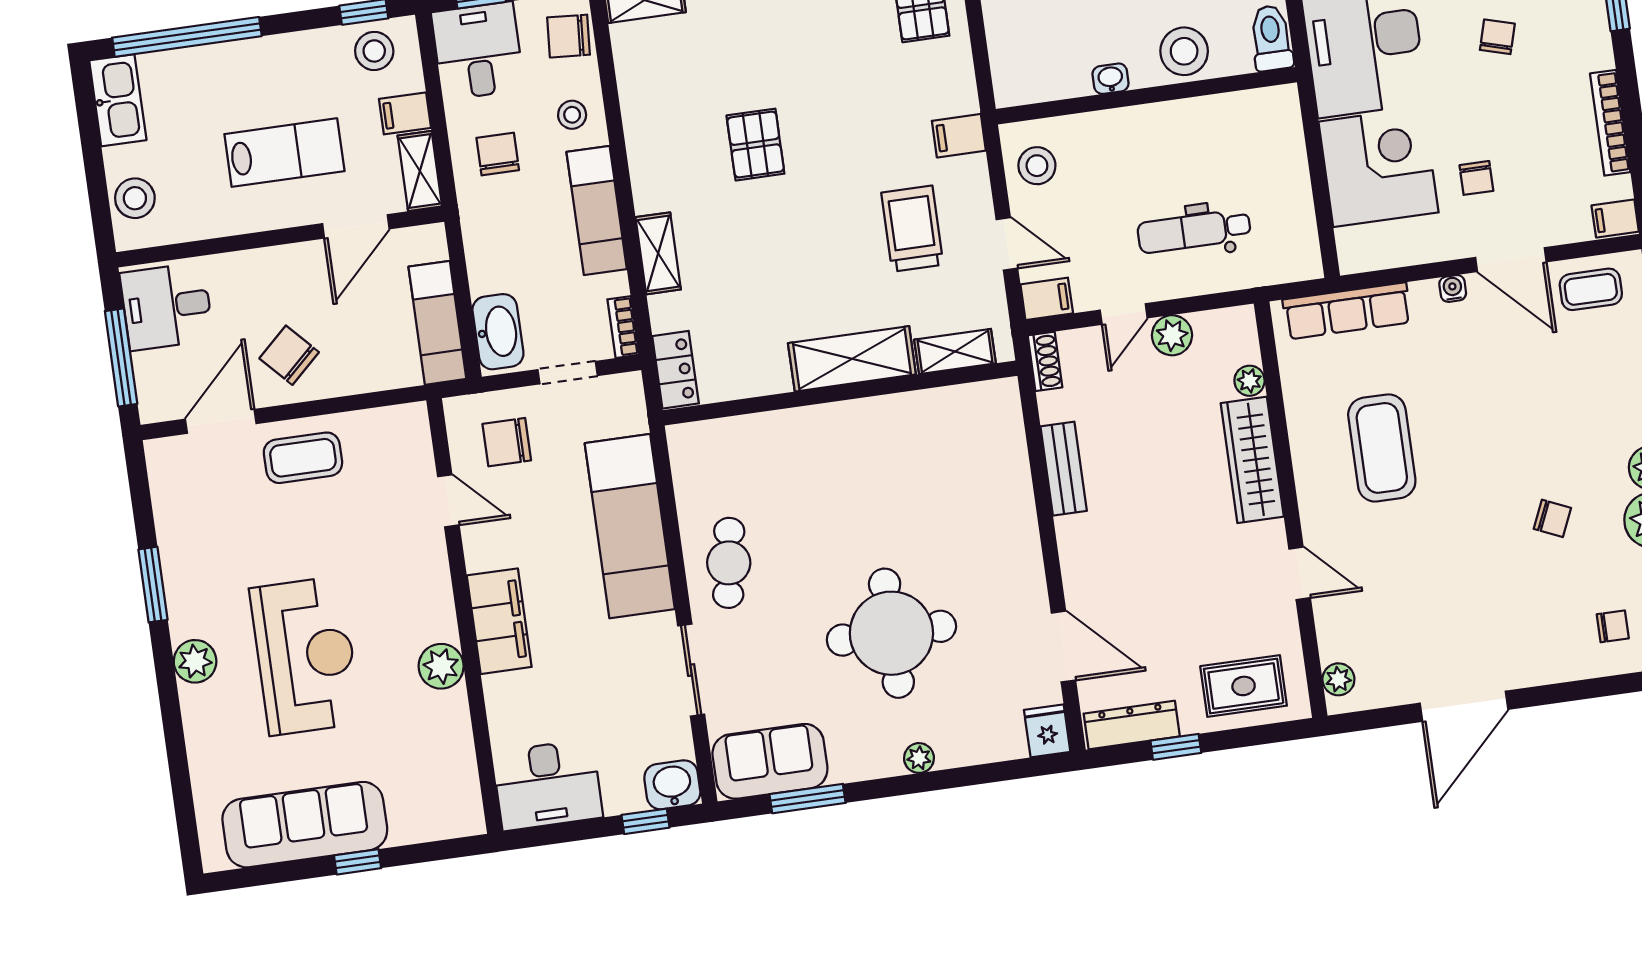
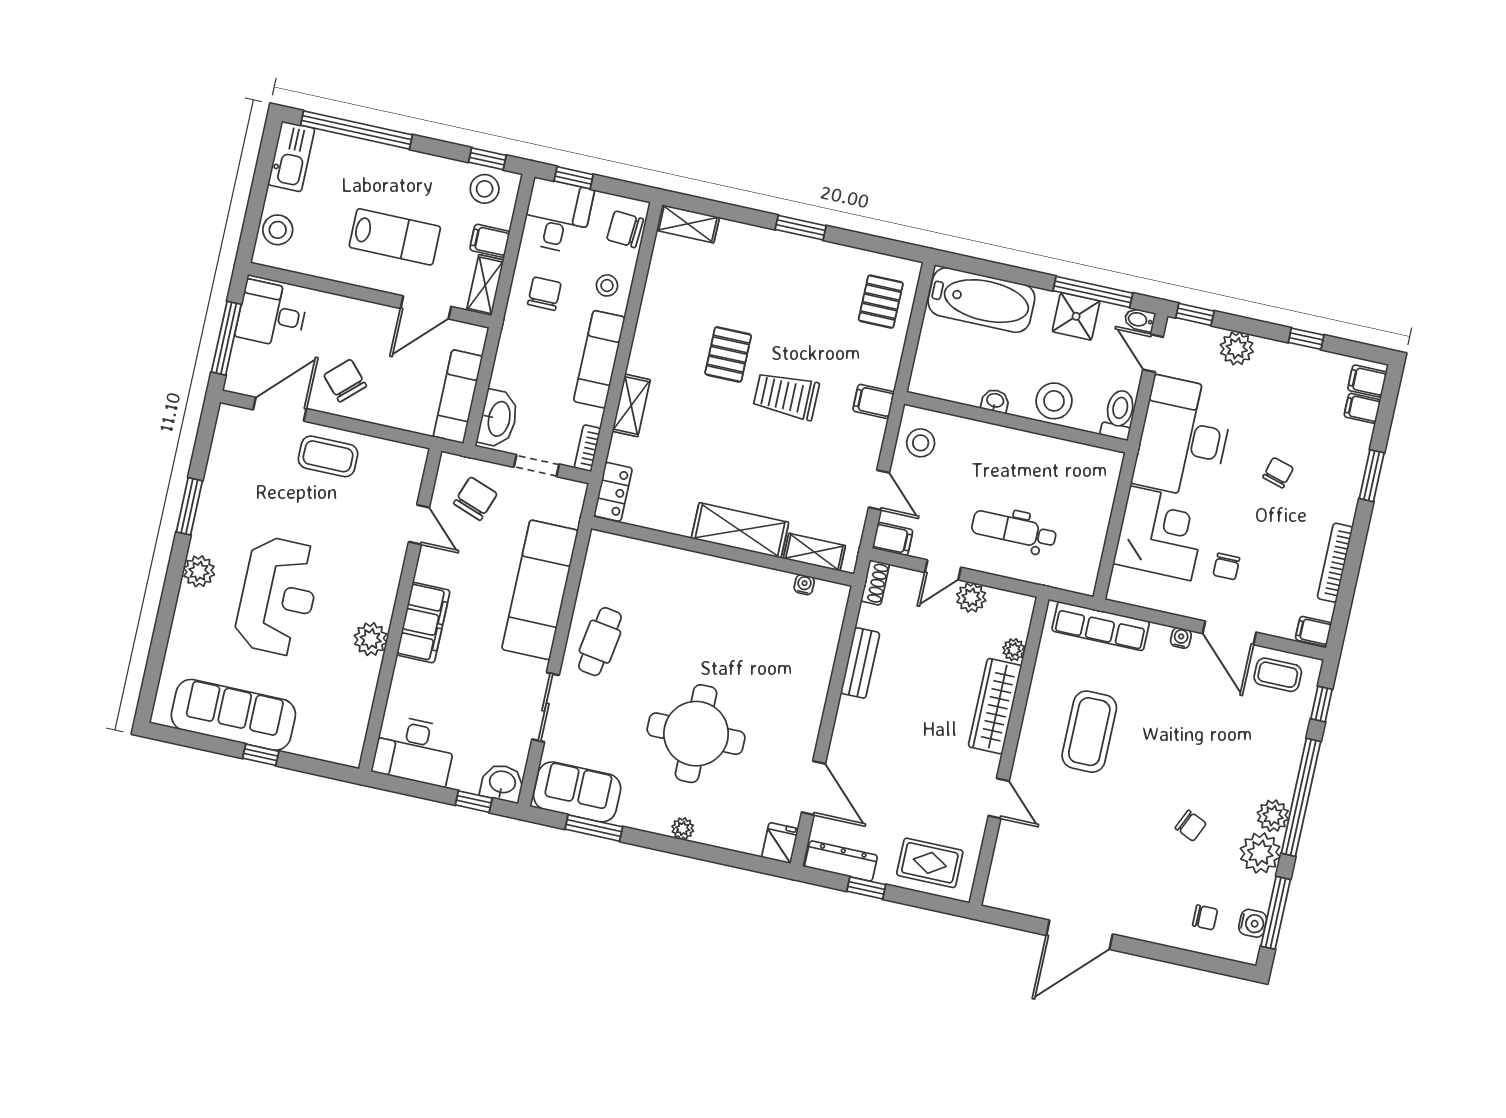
trolley: (912, 229) -> (786, 396), moved, turned -90
water cooler: (957, 397) -> (804, 585), added
chair: (507, 442) -> (475, 499), turned 110
plant: (1338, 679) -> (998, 883), removed

